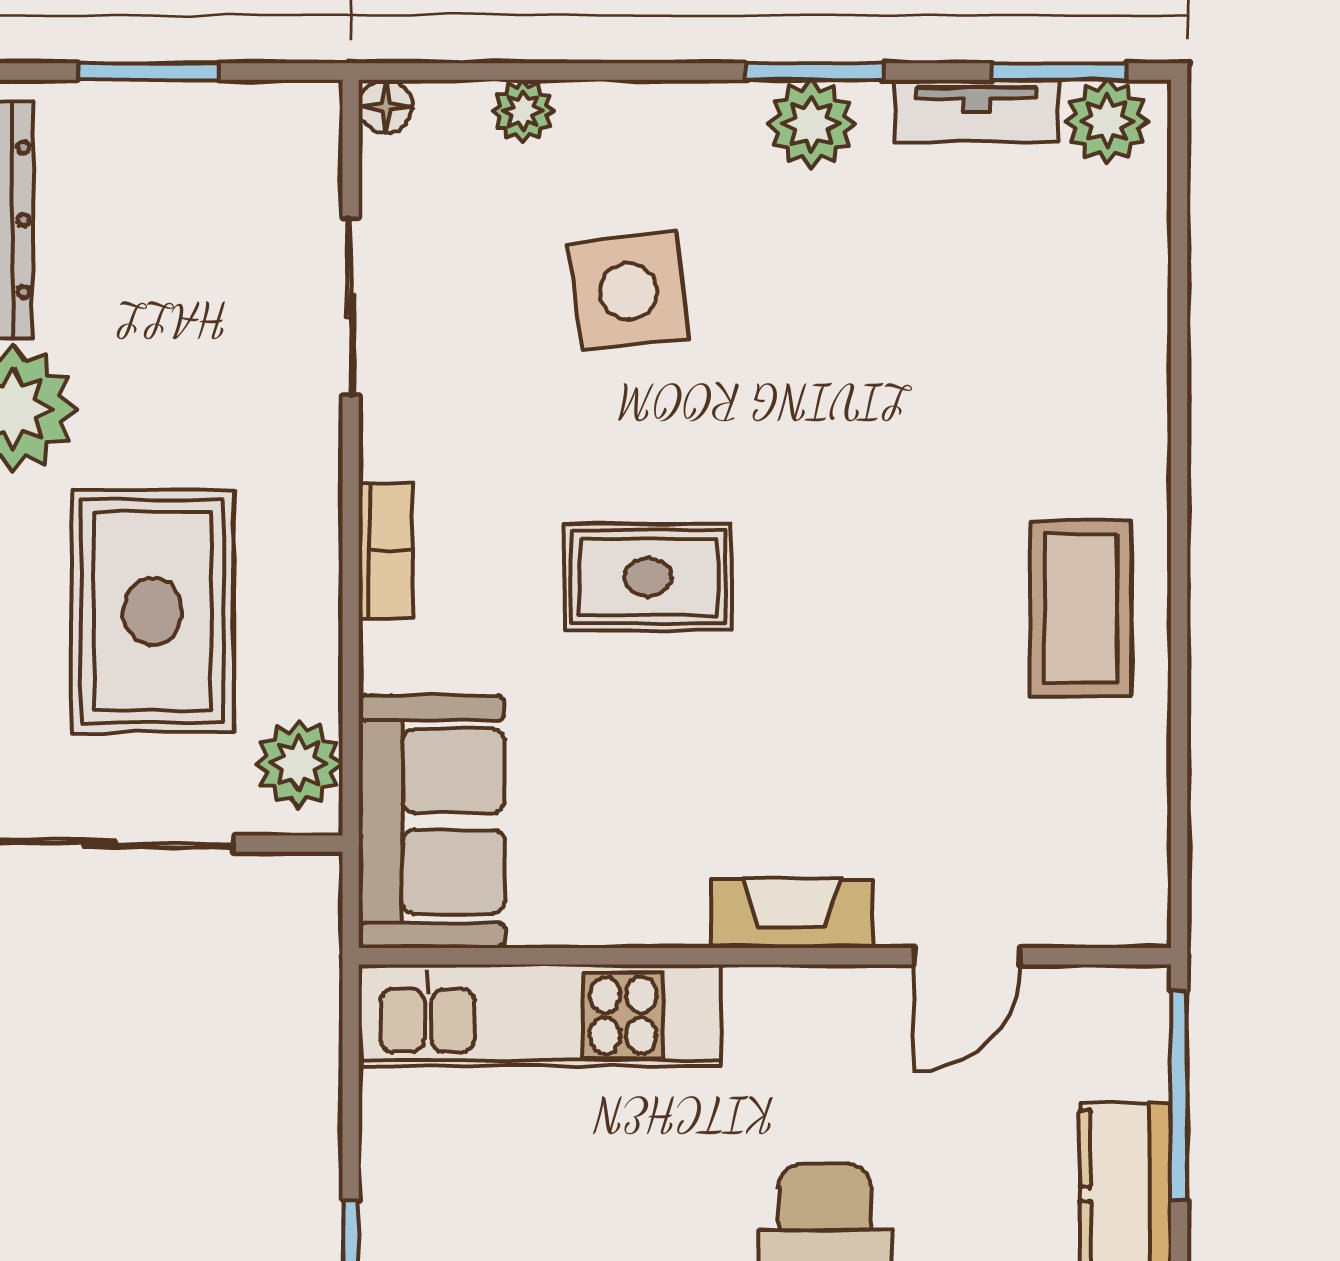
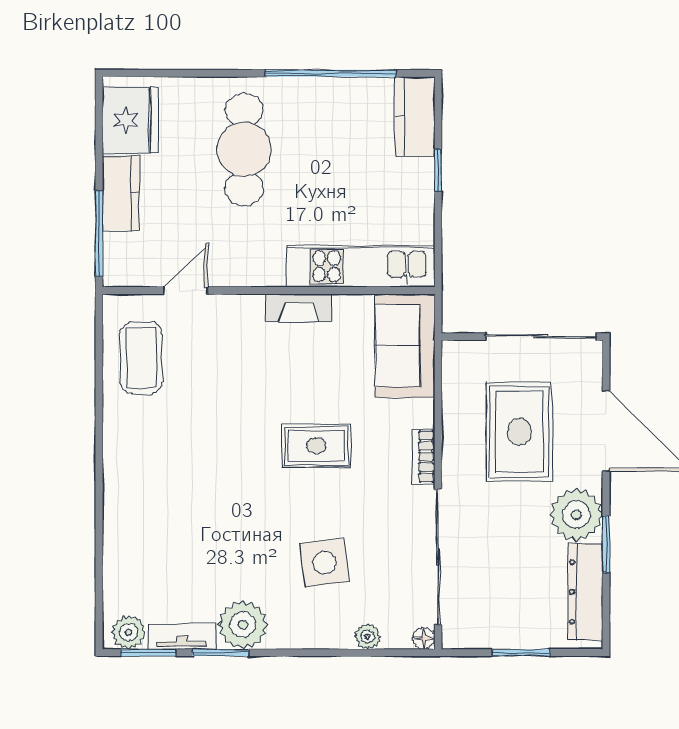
window: (815, 72) -> (221, 653), moved
plant: (812, 124) -> (243, 625), width x1.36, depth x1.36
sliding door: (351, 306) -> (438, 557), width x1.86
coffee table: (1081, 608) -> (141, 358), moved
plant: (299, 764) -> (459, 369), removed
fireplace: (792, 914) -> (299, 308), moved

